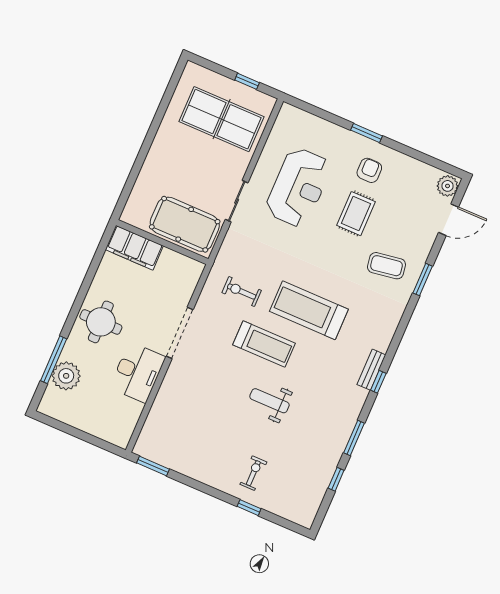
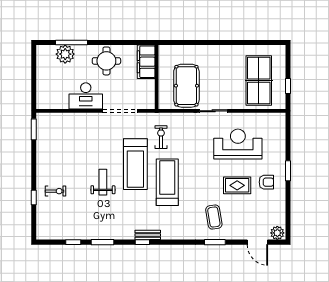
reception desk: (298, 187) -> (238, 144), turned 180
wall: (162, 242) -> (157, 77), moved
filing cabinet: (134, 248) -> (146, 62), moved
treadmill: (264, 344) -> (135, 164), width x1.37, depth x1.38

